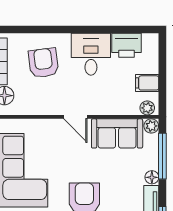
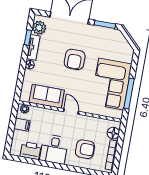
armchair: (43, 63) -> (85, 149), turned -83
plant: (151, 126) -> (24, 97), removed
window: (162, 156) -> (21, 77), removed

